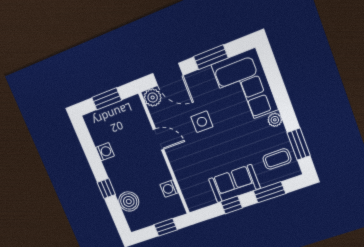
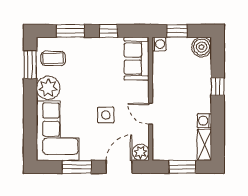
door: (168, 74) -> (119, 167), hinge flipped
plant: (275, 120) -> (48, 88), width x1.87, depth x1.87
shelving: (95, 128) -> (204, 145), added
sofa: (234, 184) -> (136, 59), moved, turned 90
washing machine: (169, 189) -> (159, 44), moved
boiler: (129, 201) -> (202, 47), moved

